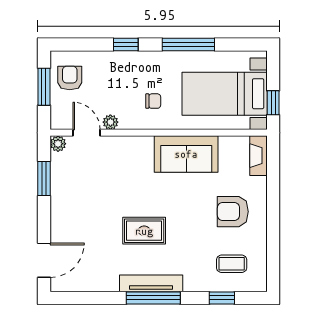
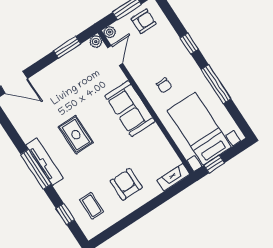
plant: (110, 122) -> (110, 32), moved
sofa: (186, 154) -> (130, 109), moved

